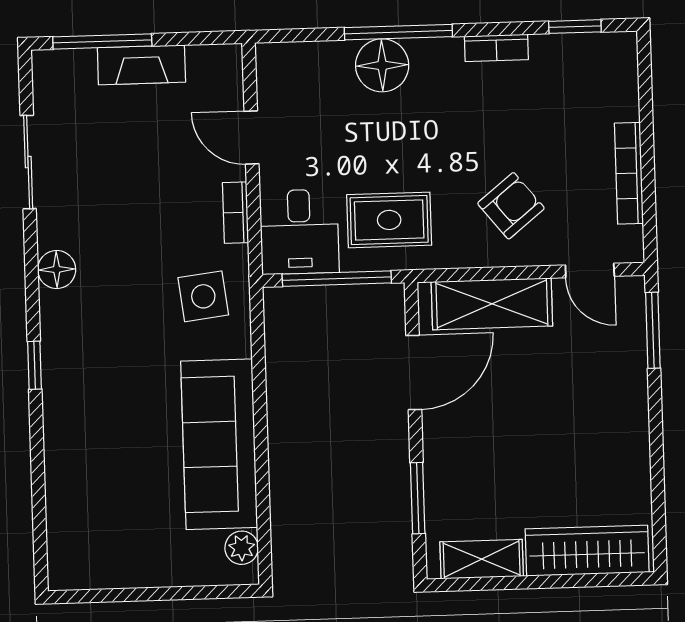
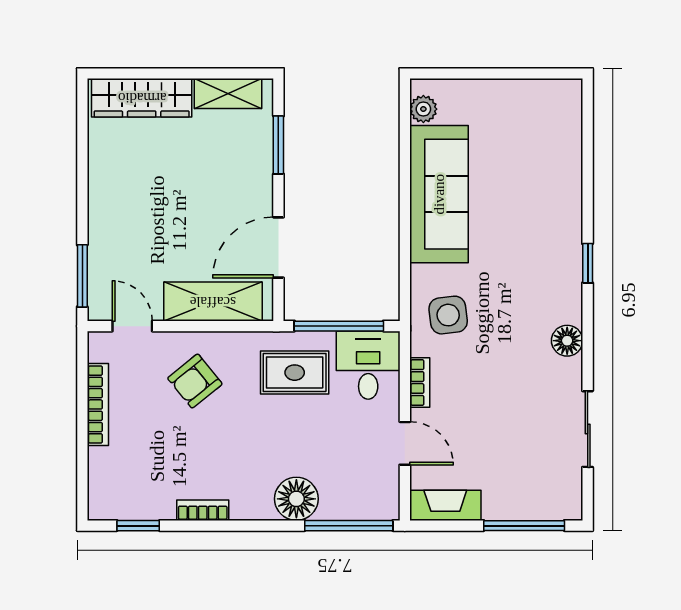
window: (398, 32) -> (349, 526), moved
fireplace: (141, 65) -> (445, 505), moved

